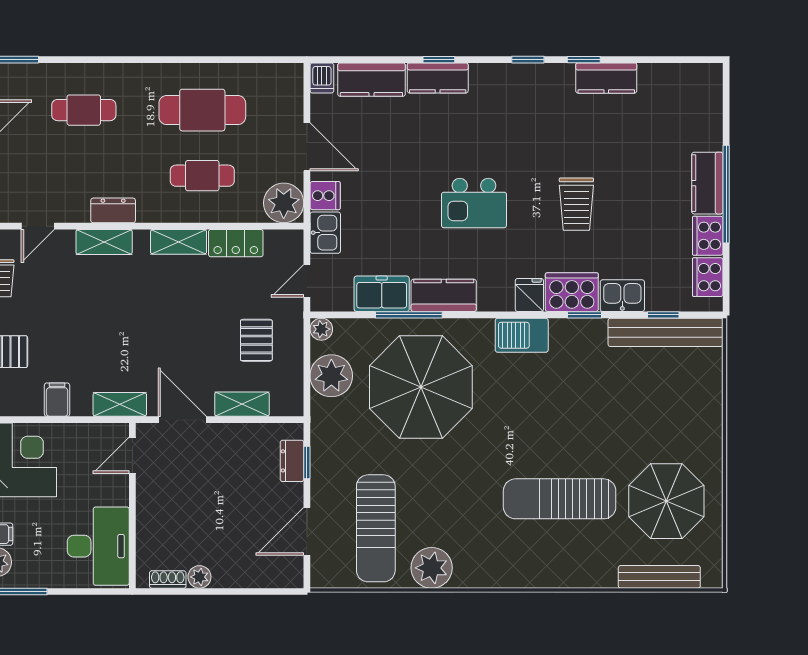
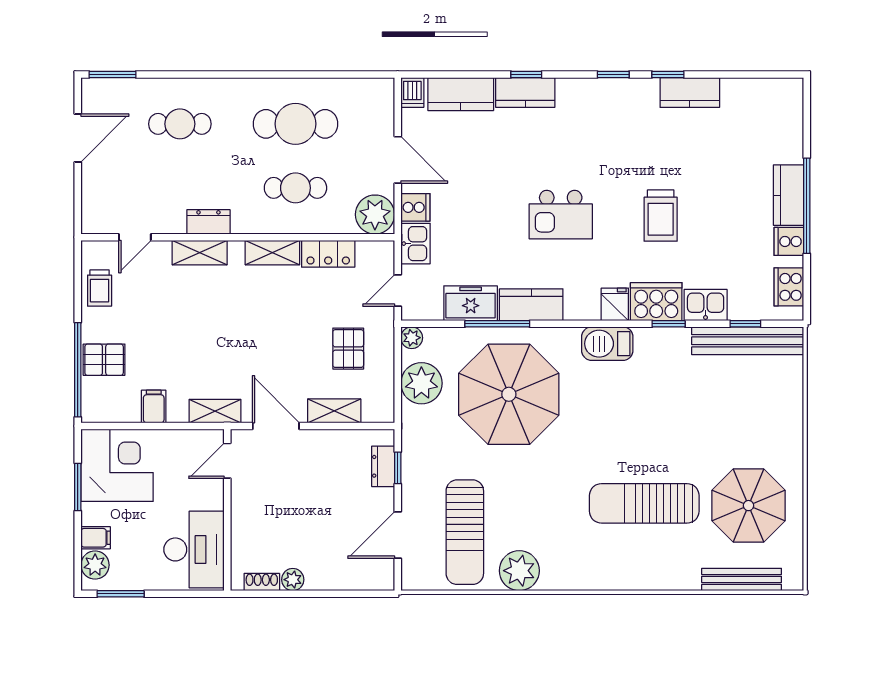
cooker: (708, 236) -> (789, 241), width x0.73

